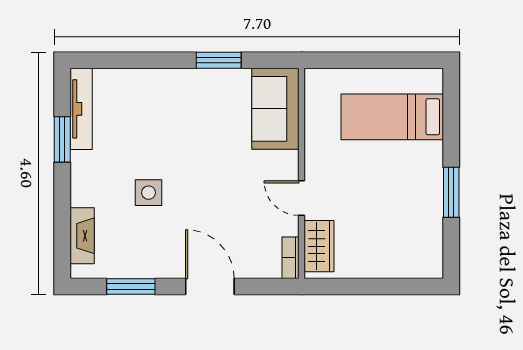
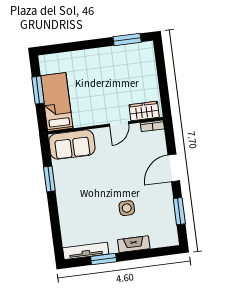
window: (381, 60) -> (38, 90), added
bed: (392, 117) -> (57, 102), moved, turned 180
window: (451, 192) -> (127, 40), moved
fireplace: (82, 236) -> (134, 244), moved

